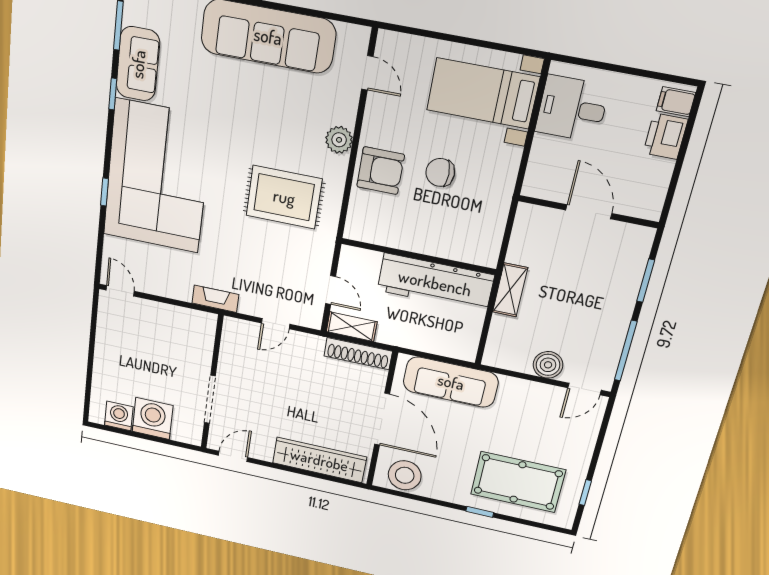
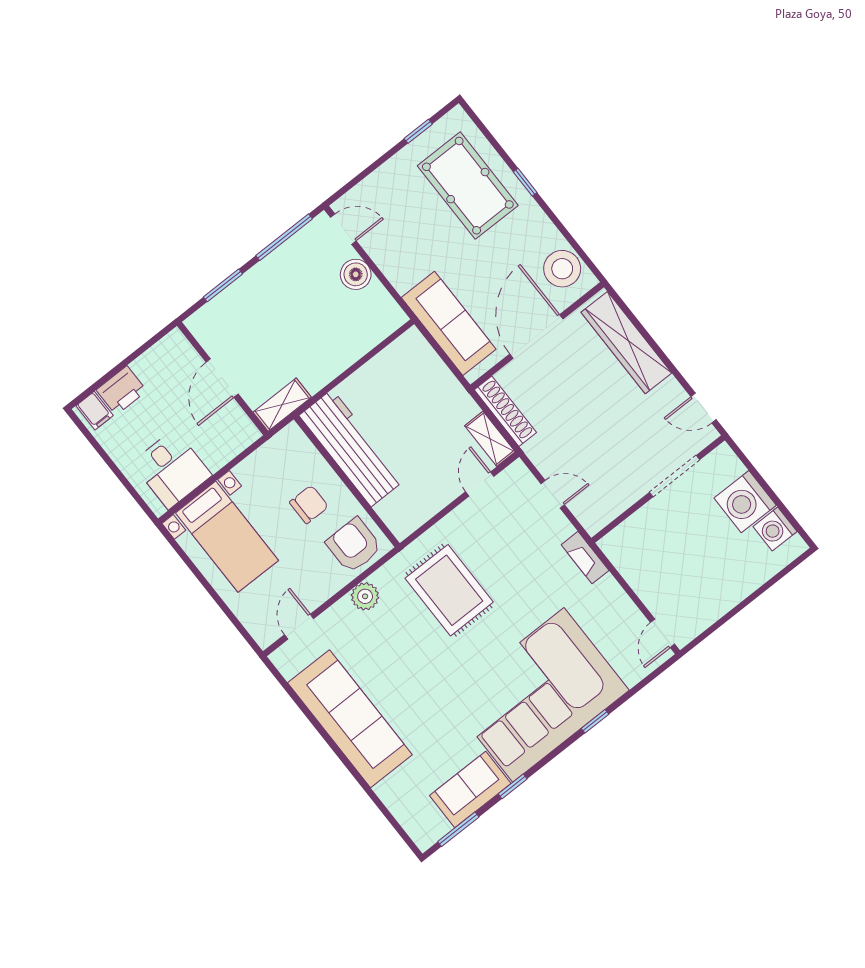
chair: (440, 172) -> (309, 504), turned -90
wall: (418, 256) -> (347, 481), moved
workbench: (435, 283) -> (352, 448), moved
shelving: (510, 290) -> (282, 405), moved

